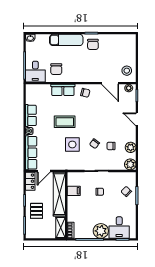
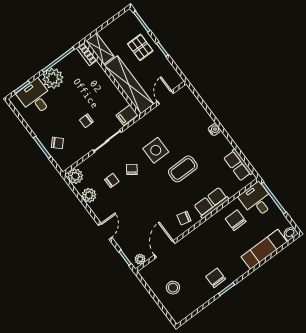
exam couch: (66, 40) -> (264, 249), moved
stool: (127, 71) -> (173, 288), moved
door: (110, 83) -> (165, 249), hinge flipped
row of seats: (31, 115) -> (238, 165), moved
door: (137, 119) -> (105, 231), hinge flipped
row of seats: (31, 153) -> (194, 107), removed
locker: (30, 181) -> (172, 75), removed
filing cabinet: (74, 191) -> (127, 115), moved

